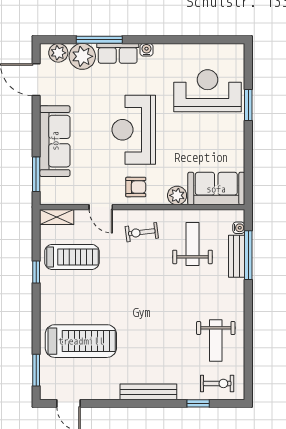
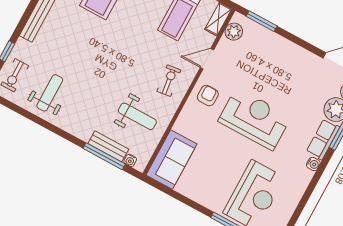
sofa: (55, 141) -> (280, 51), removed
armchair: (136, 187) -> (208, 96), turned 180
plant: (177, 195) -> (234, 32), moved
weight bench: (216, 340) -> (50, 93), turned 90

